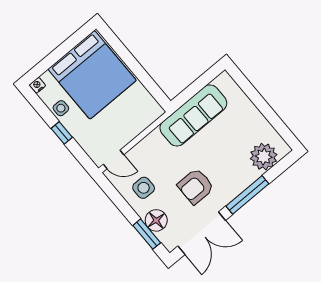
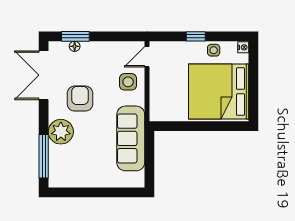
plant: (264, 157) -> (61, 132), moved
side table: (144, 188) -> (128, 82), moved
window: (247, 195) -> (44, 156), moved
floor lamp: (156, 220) -> (75, 46), width x0.53, depth x0.53

